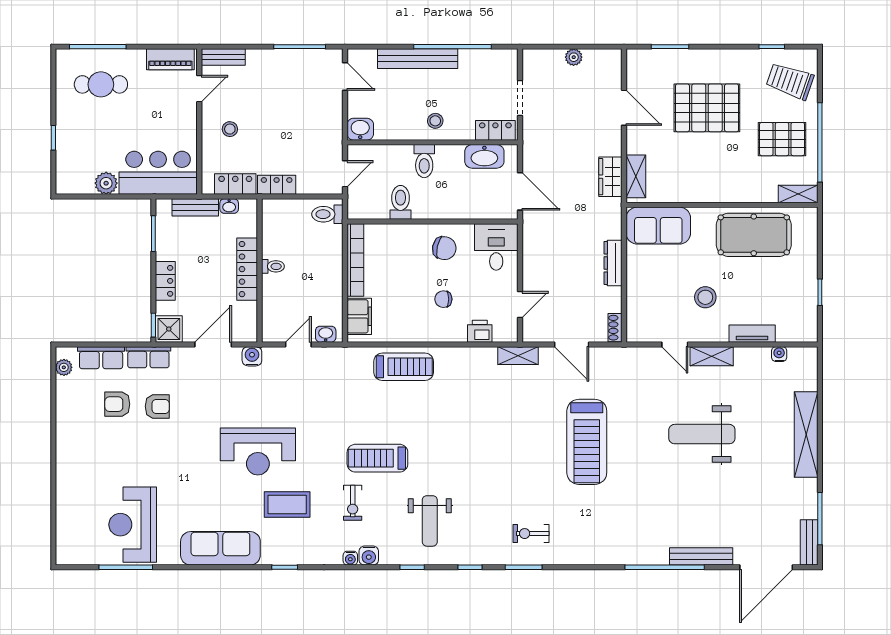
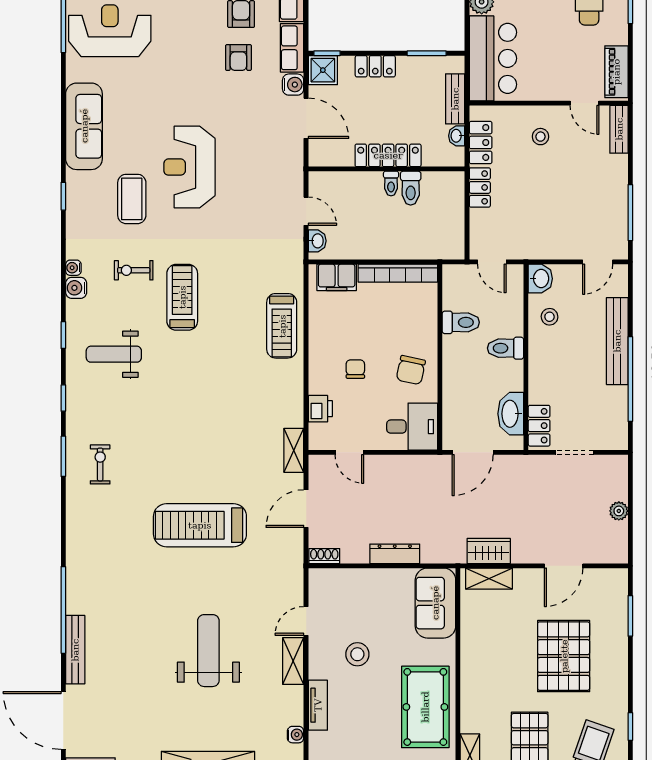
stool: (435, 121) -> (550, 317), moved
toilet: (327, 214) -> (411, 188), moved, turned 180
water cooler: (252, 356) -> (293, 85), moved

